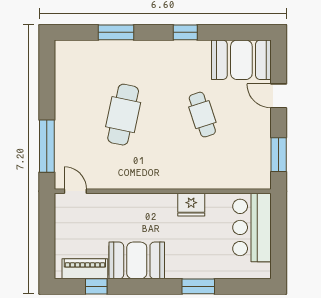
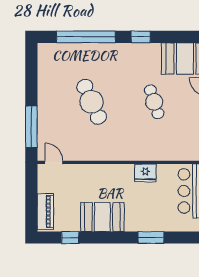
window: (116, 32) -> (86, 37), width x2.11
cafe table: (123, 115) -> (92, 102), turned -36
piano: (85, 269) -> (45, 212), moved, turned 90

